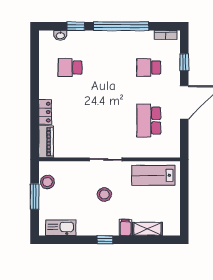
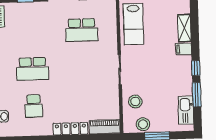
school desk: (149, 68) -> (32, 69), moved, width x1.85
locker: (45, 112) -> (70, 129), width x1.53
stool: (104, 194) -> (135, 102), moved
window: (77, 240) -> (197, 95), added

